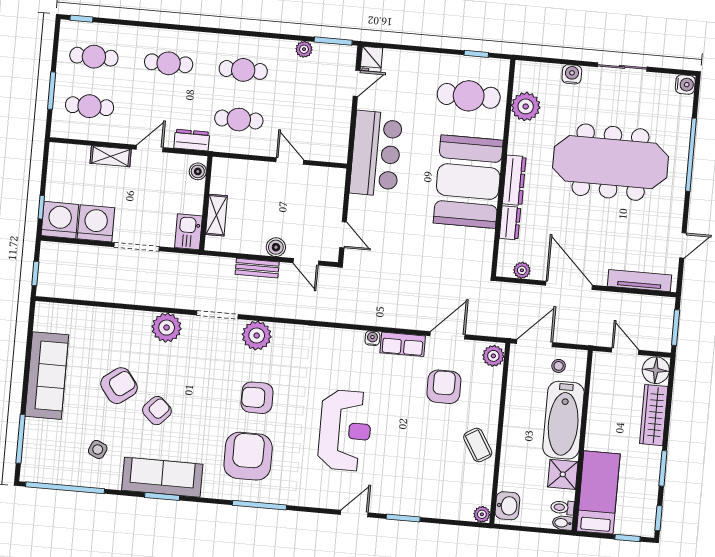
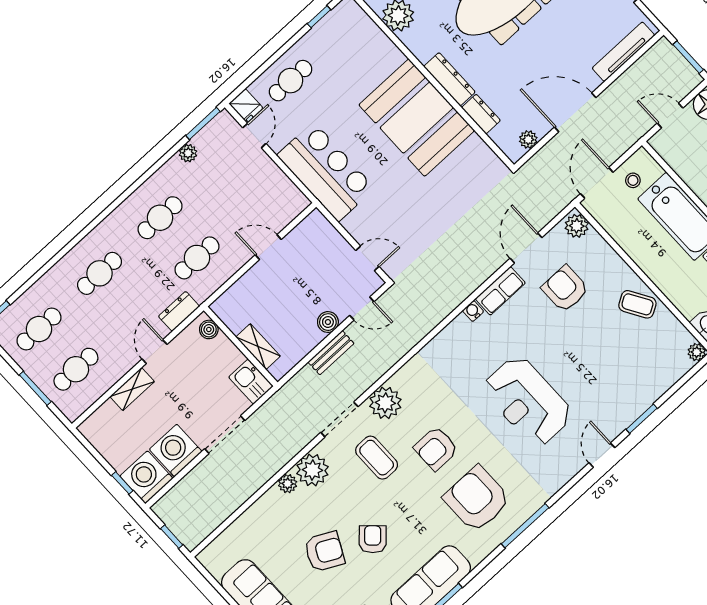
cafe table: (469, 96) -> (291, 81), moved, width x0.73, depth x0.74
plant: (142, 319) -> (288, 484), added
coffee table: (214, 363) -> (377, 458), added
armchair: (119, 386) -> (324, 552), turned 64
reception desk: (345, 430) -> (528, 401), turned 180

